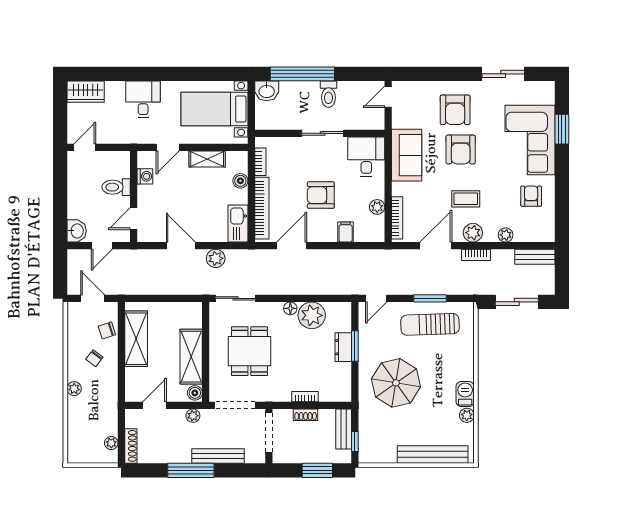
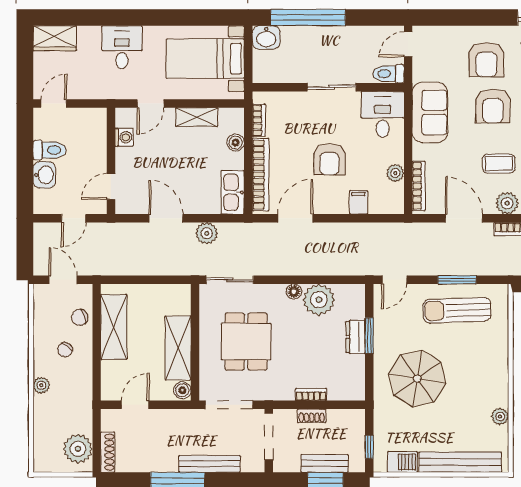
toilet: (328, 94) -> (388, 74), moved, turned 90
toilet: (116, 187) -> (50, 150), moved, turned 180
armchair: (321, 195) -> (329, 159), turned -90
washbasin: (77, 231) -> (44, 175), moved
door: (436, 246) -> (464, 218), hinge flipped
barbecue: (465, 394) -> (403, 462), moved, turned 90
plant: (193, 416) -> (180, 417), removed
bench: (344, 429) -> (325, 463), moved, turned 90
plant: (111, 443) -> (78, 449), width x1.88, depth x1.88

